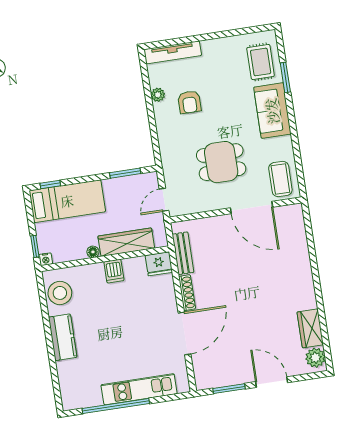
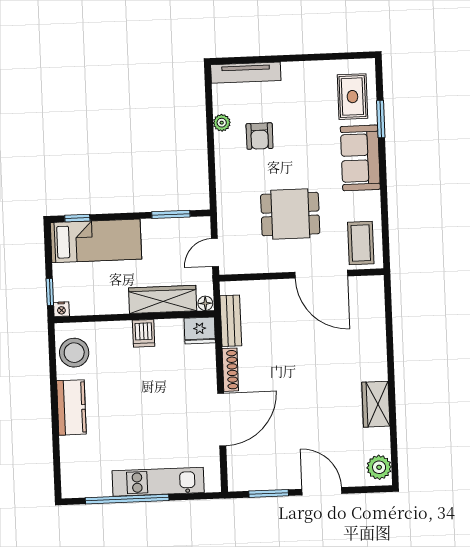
floor lamp: (93, 252) -> (205, 303), moved
wardrobe: (310, 328) -> (376, 404), moved

